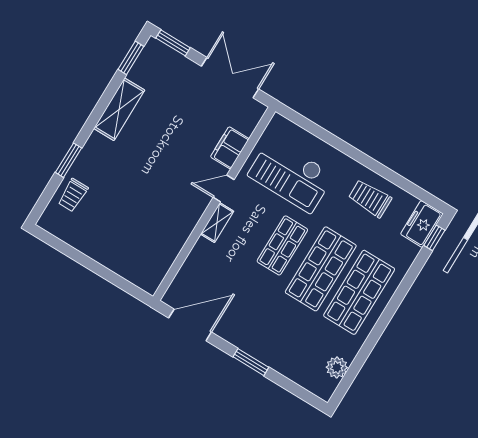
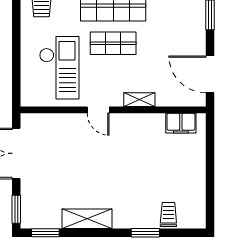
filing cabinet: (230, 148) -> (181, 123), moved
trolley: (73, 195) -> (168, 214), turned -90
shelving: (217, 223) -> (139, 100), moved

